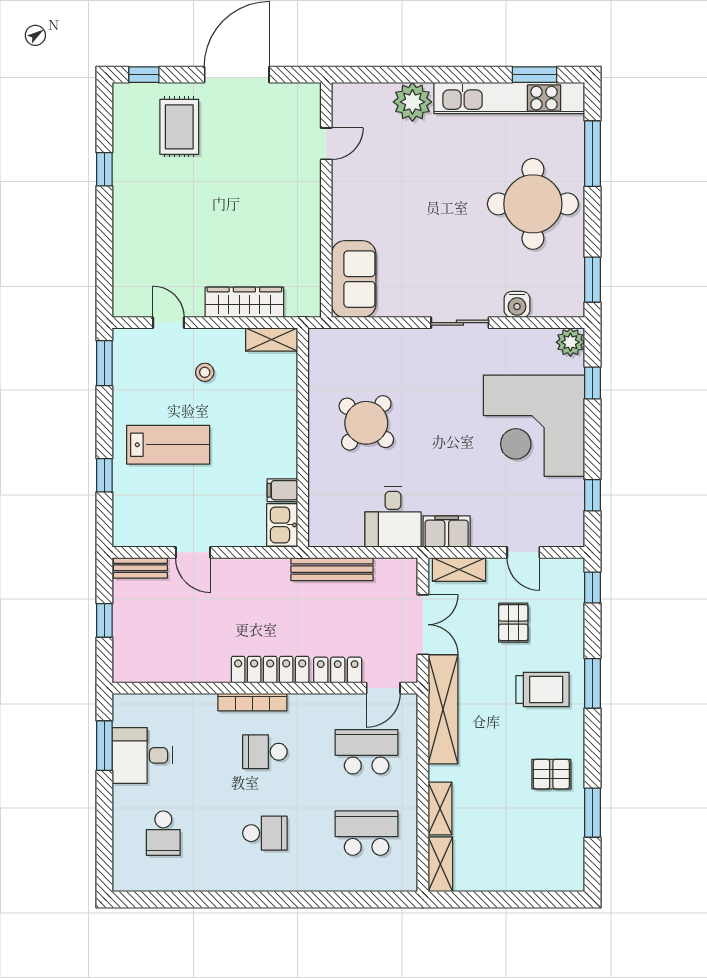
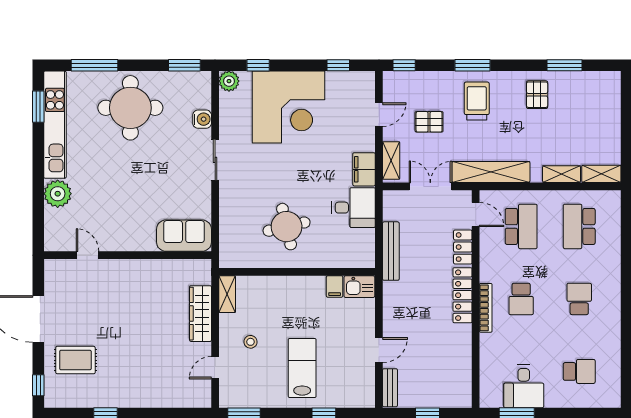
round table: (366, 423) -> (287, 227), turned 36
school desk: (367, 752) -> (521, 226), turned 180

